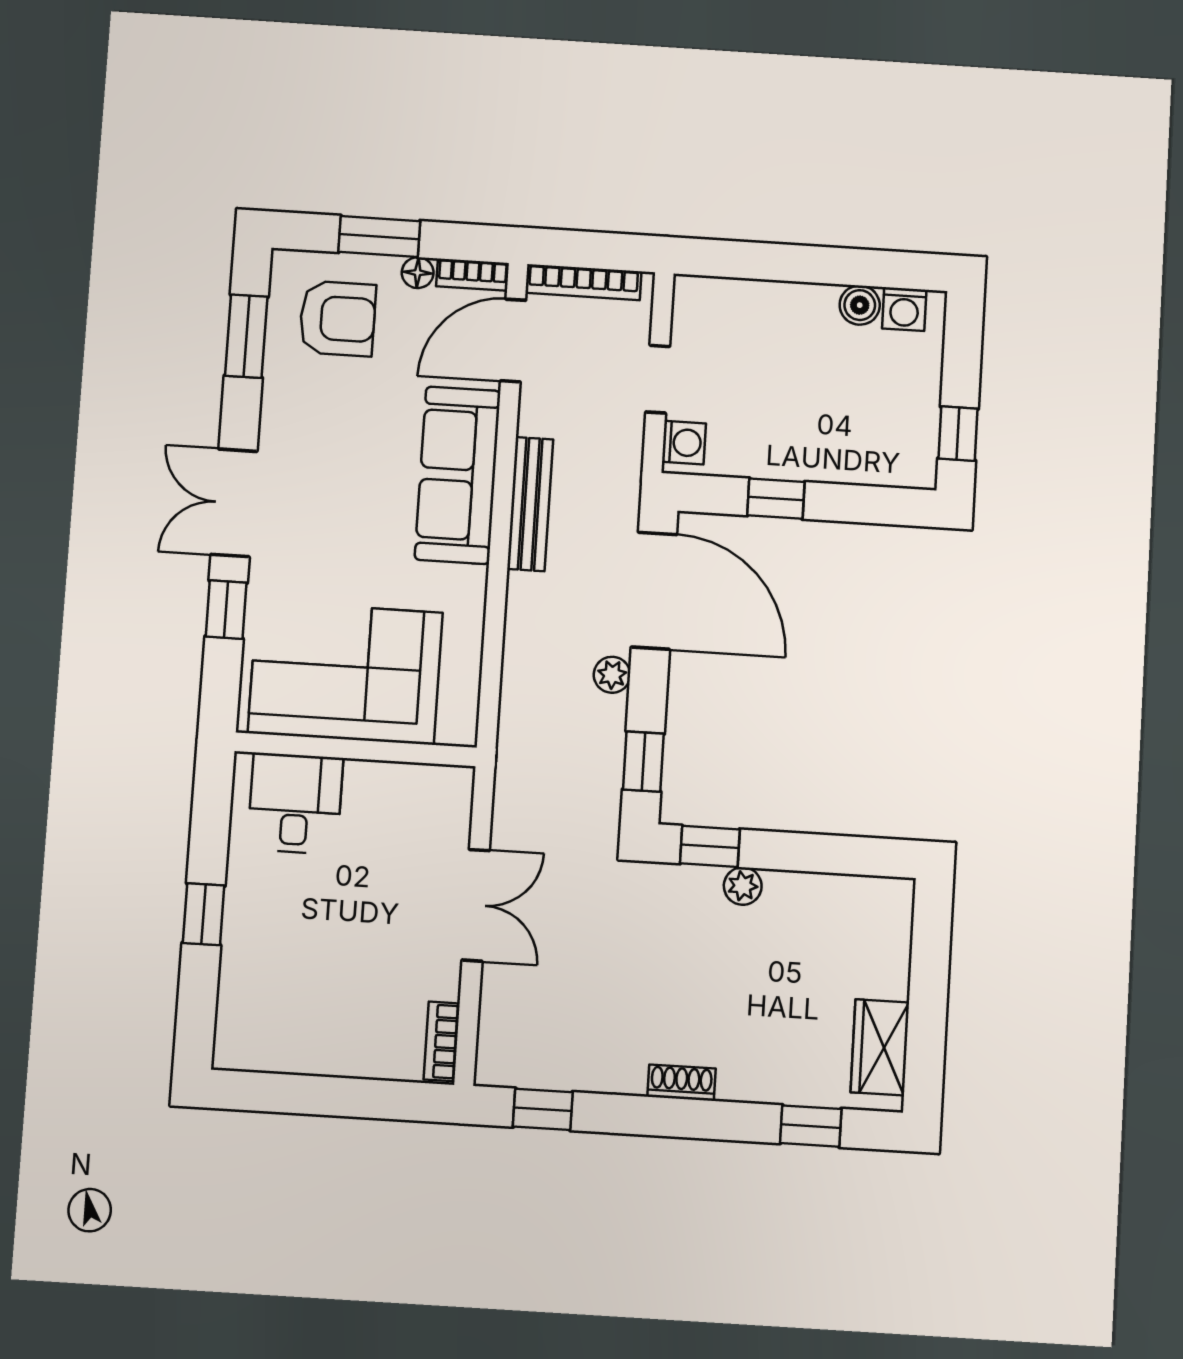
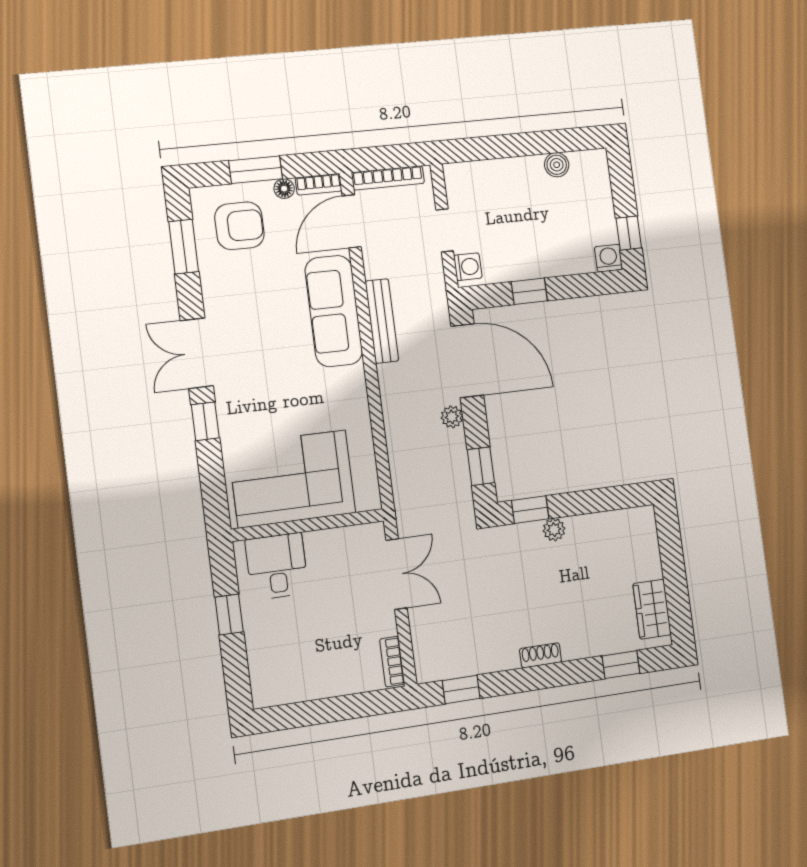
washing machine: (904, 309) -> (609, 258), moved, turned 180
corner sofa: (345, 673) -> (292, 479), moved
wall: (356, 749) -> (308, 525), moved
desk: (295, 803) -> (277, 566), moved

